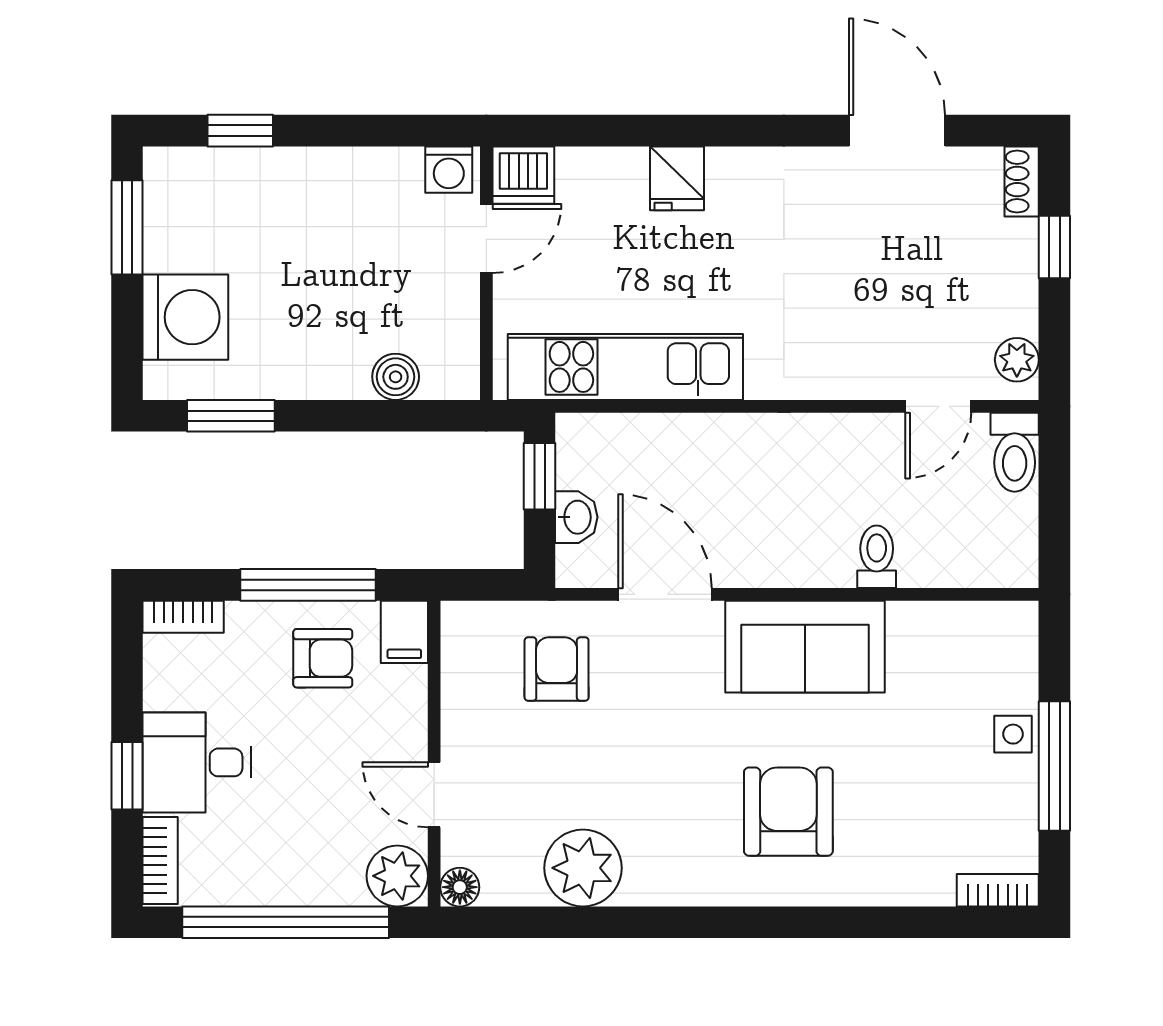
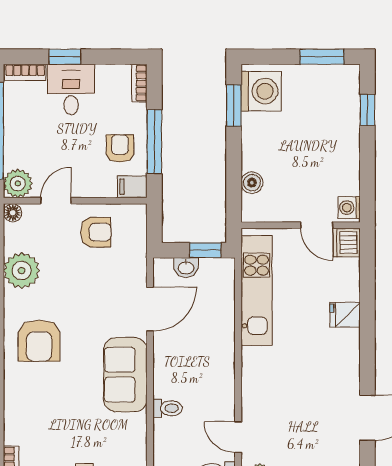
washing machine: (185, 317) -> (261, 91), moved, turned -90
armchair: (323, 658) -> (120, 149), turned 180
armchair: (557, 669) -> (96, 232), moved
armchair: (788, 812) -> (39, 341), moved, turned 90

